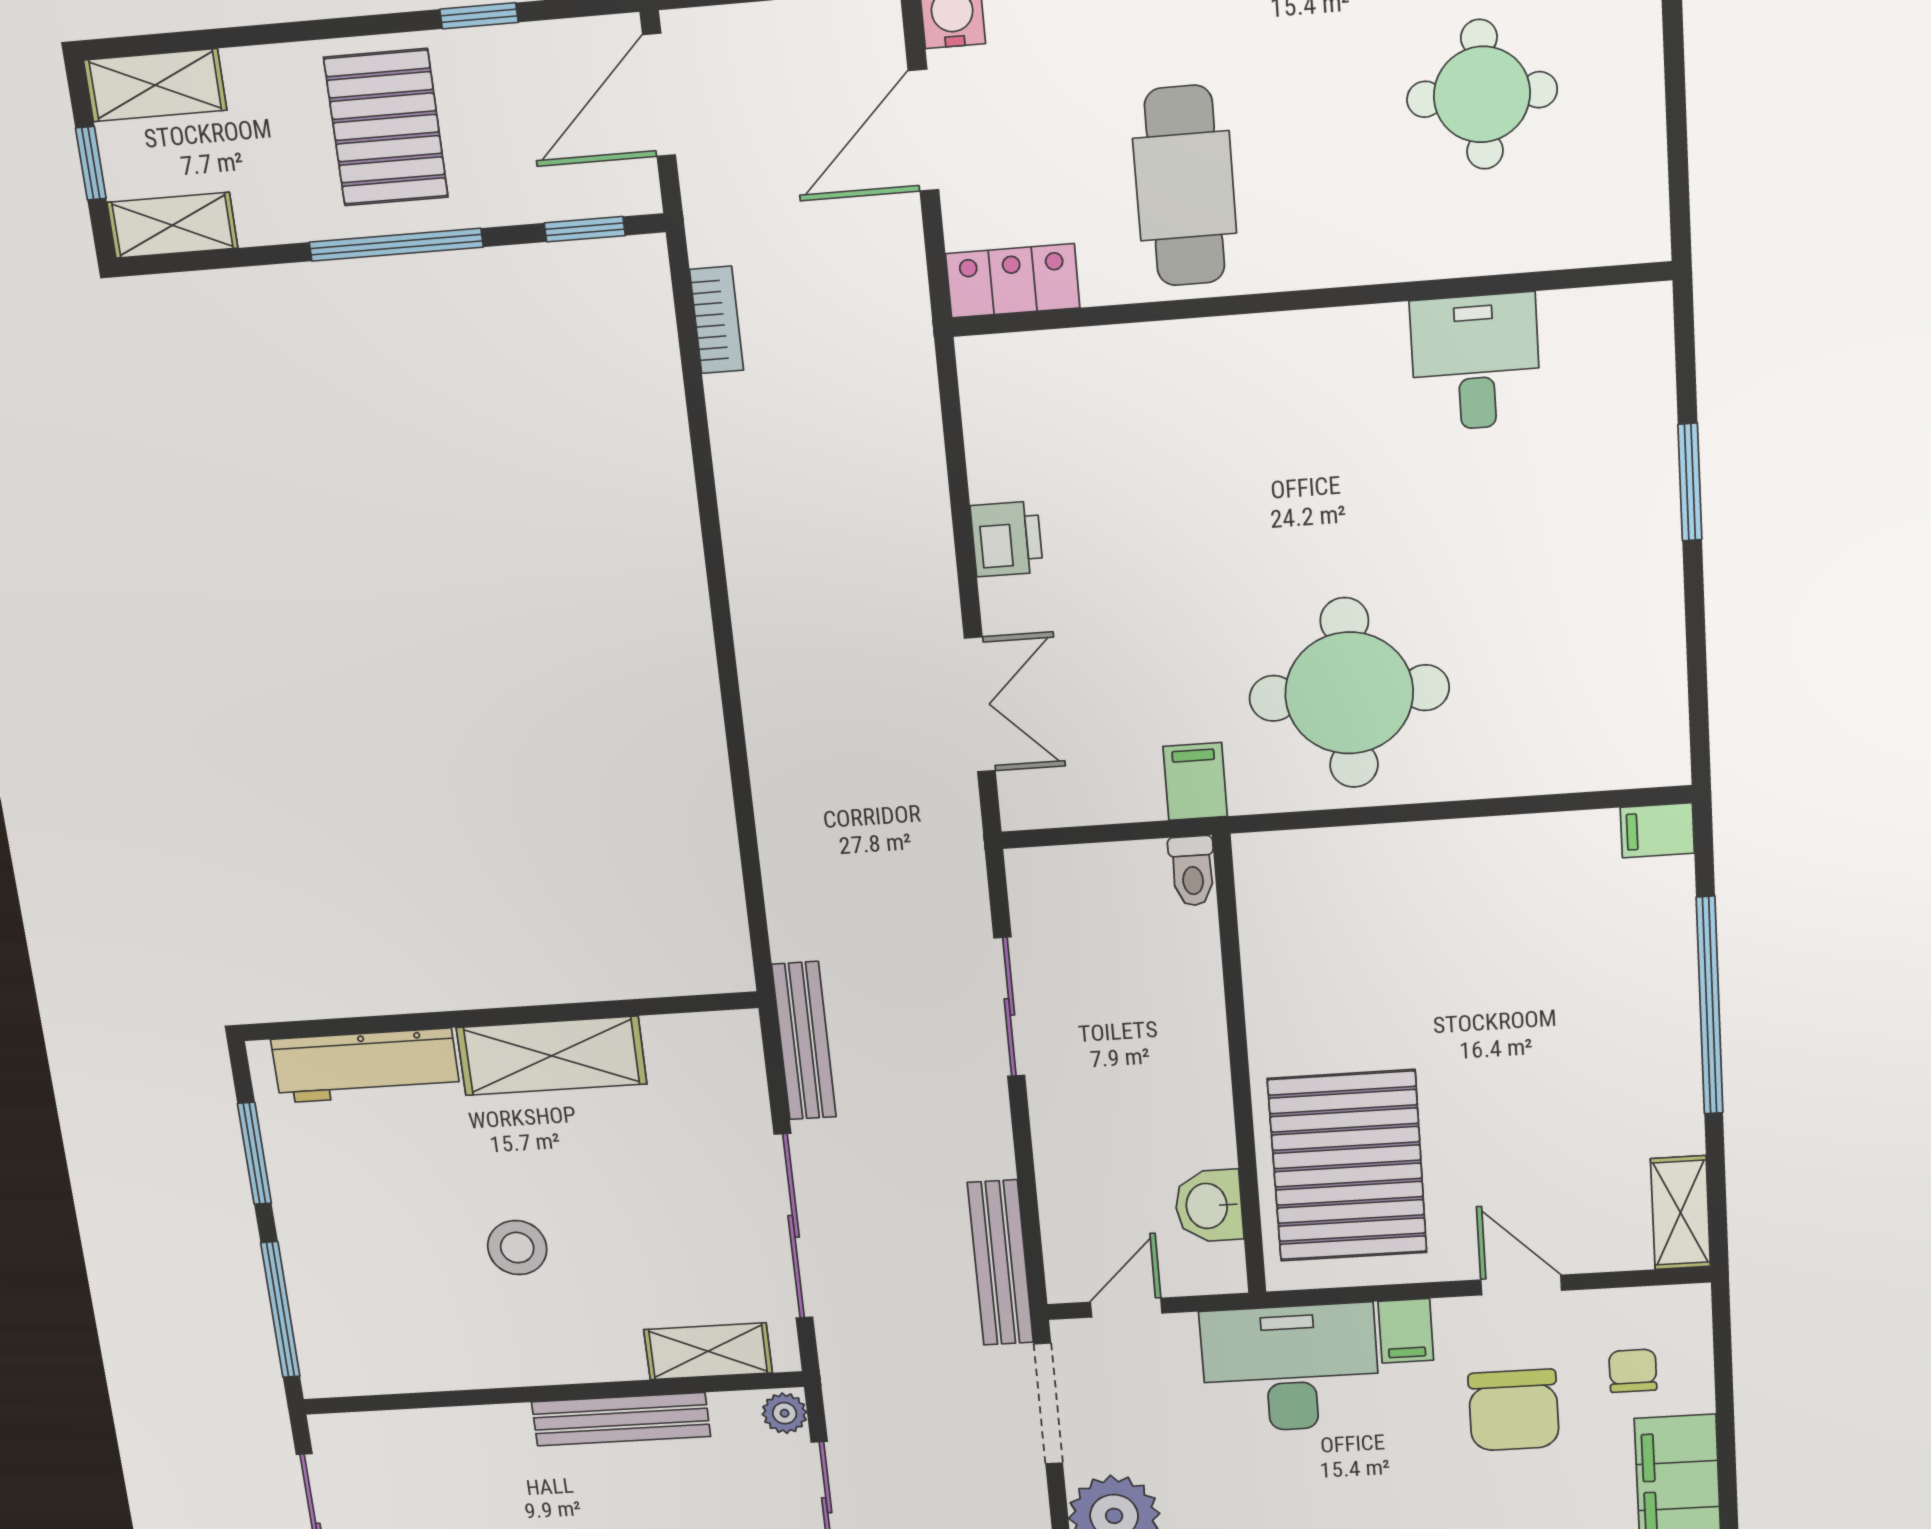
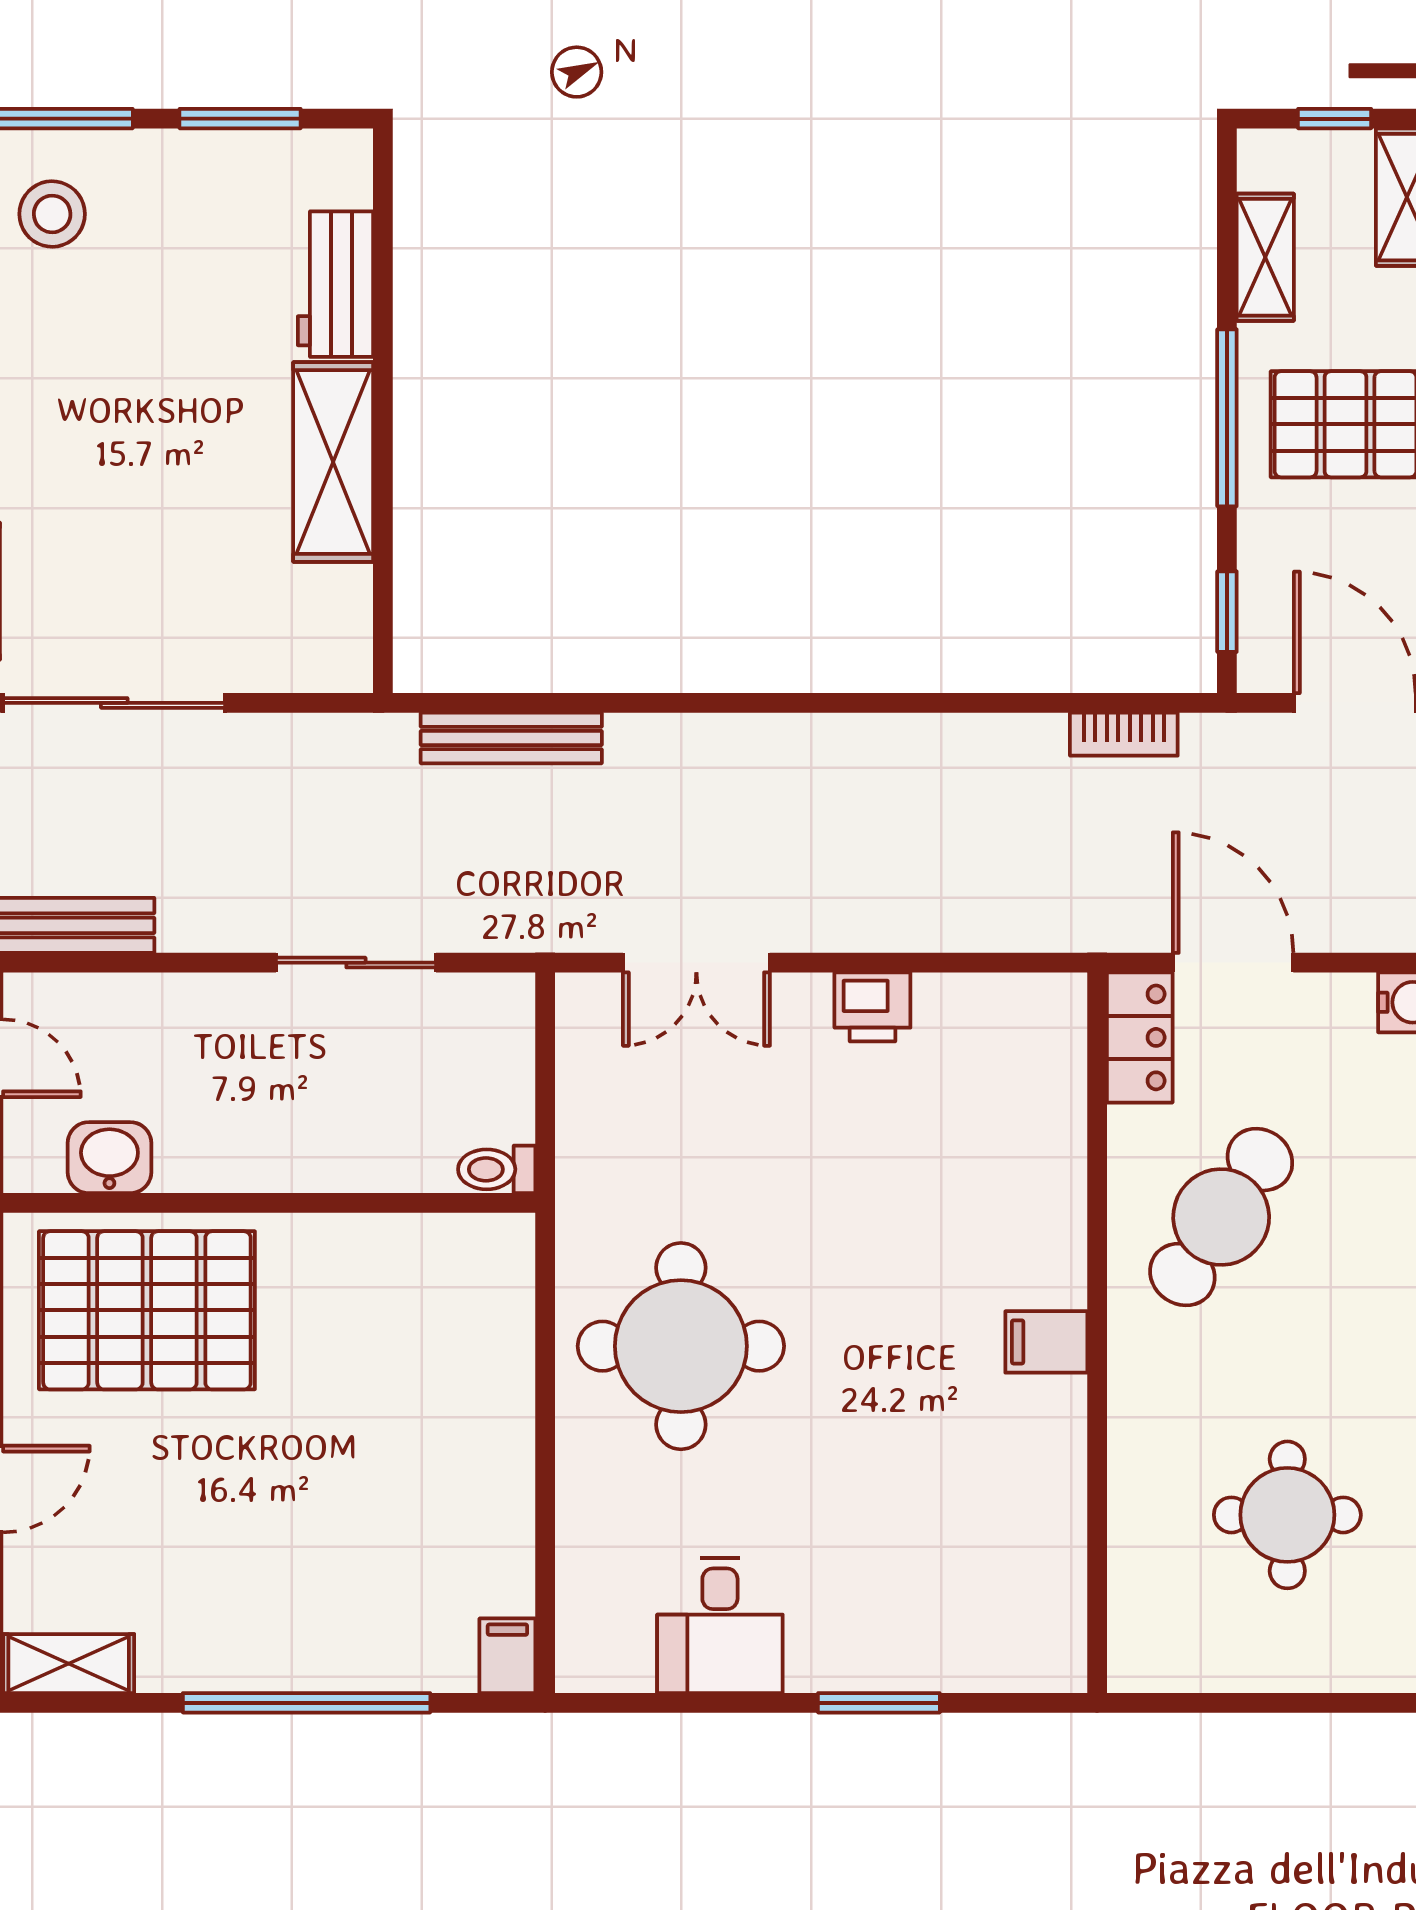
door: (923, 130) -> (1233, 963), moved
cafe table: (1185, 186) -> (1221, 1217), turned -56
shelving: (172, 225) -> (1265, 257), moved
desk: (1475, 362) -> (720, 1625), moved, turned 90
filing cabinet: (1195, 781) -> (1046, 1342), moved, turned 180
bench: (804, 1041) -> (511, 738), moved
workbench: (366, 1066) -> (335, 284), width x0.73
stool: (517, 1248) -> (52, 214), moved

